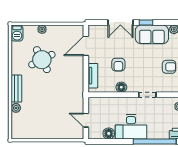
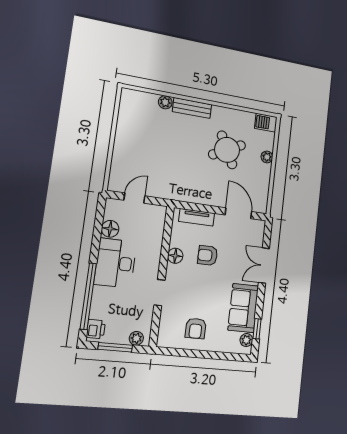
window: (146, 23) -> (257, 329), moved

